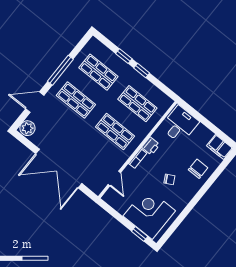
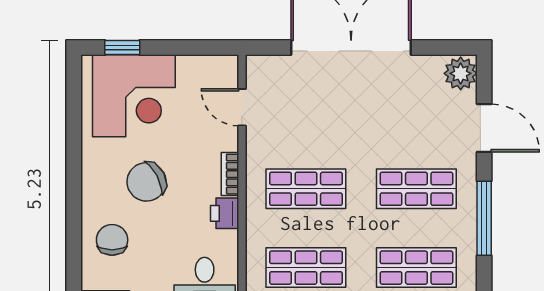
door: (35, 102) -> (484, 128), hinge flipped
chair: (198, 169) -> (112, 240), turned 180
chair: (169, 179) -> (146, 182), width x1.87, depth x1.87

